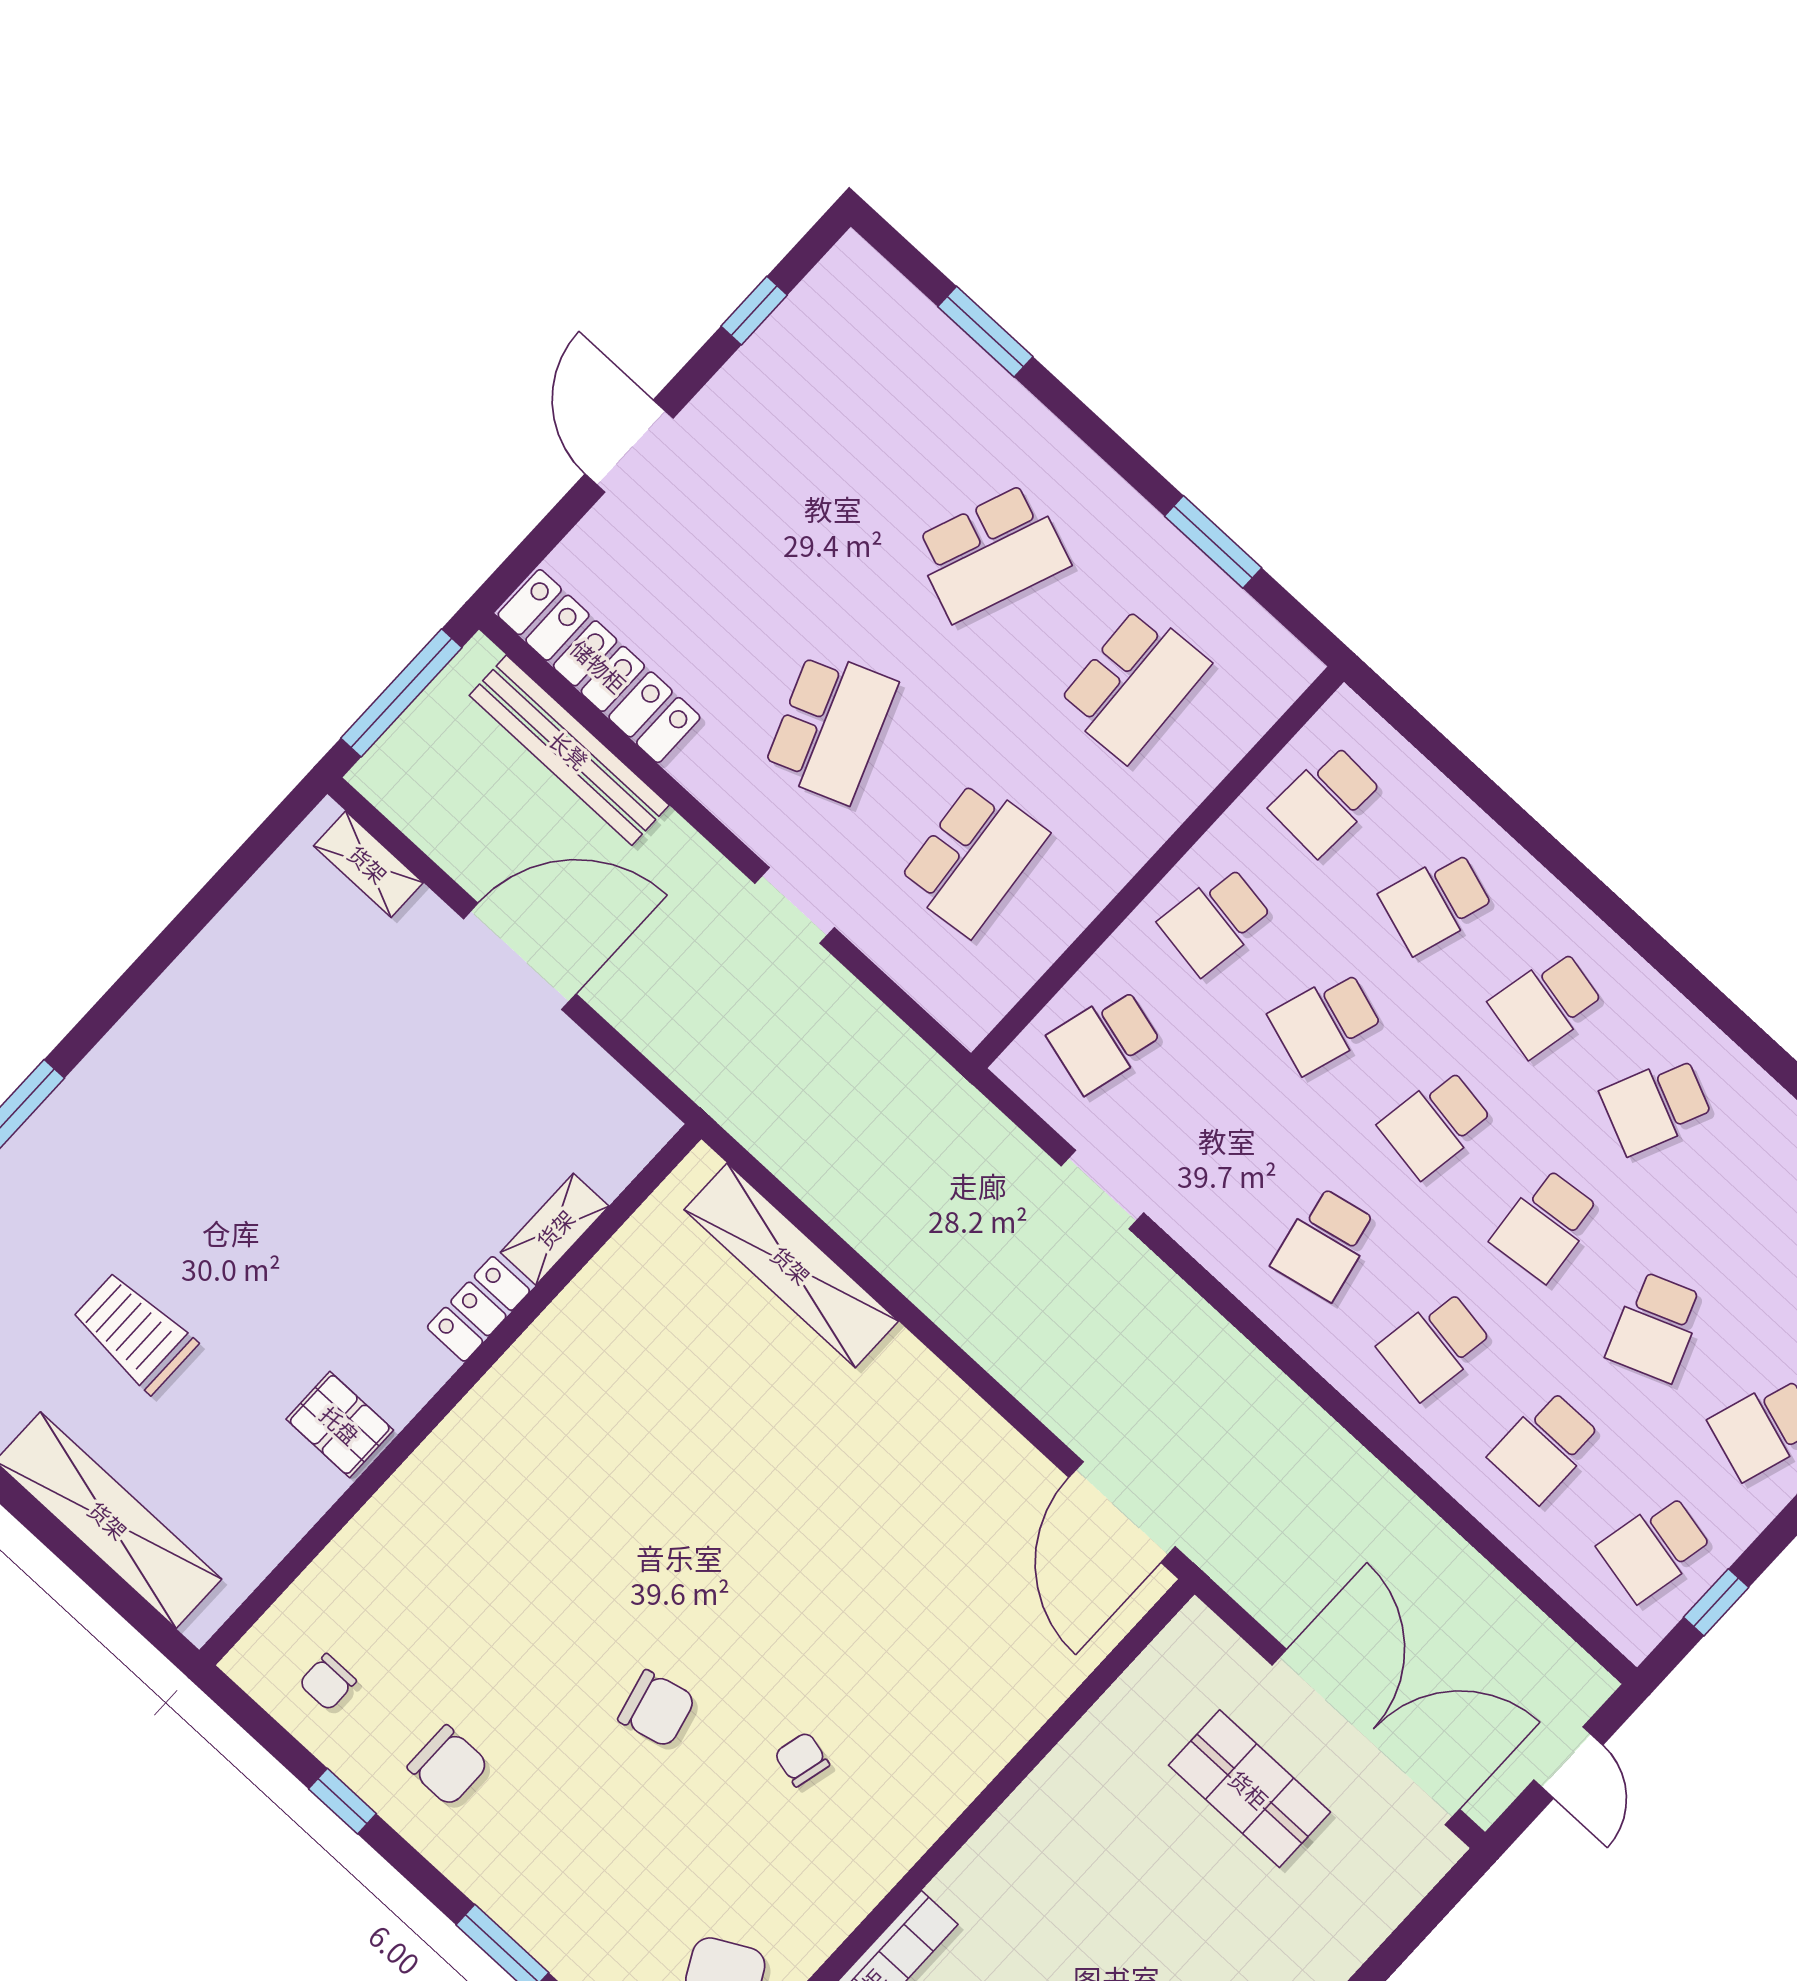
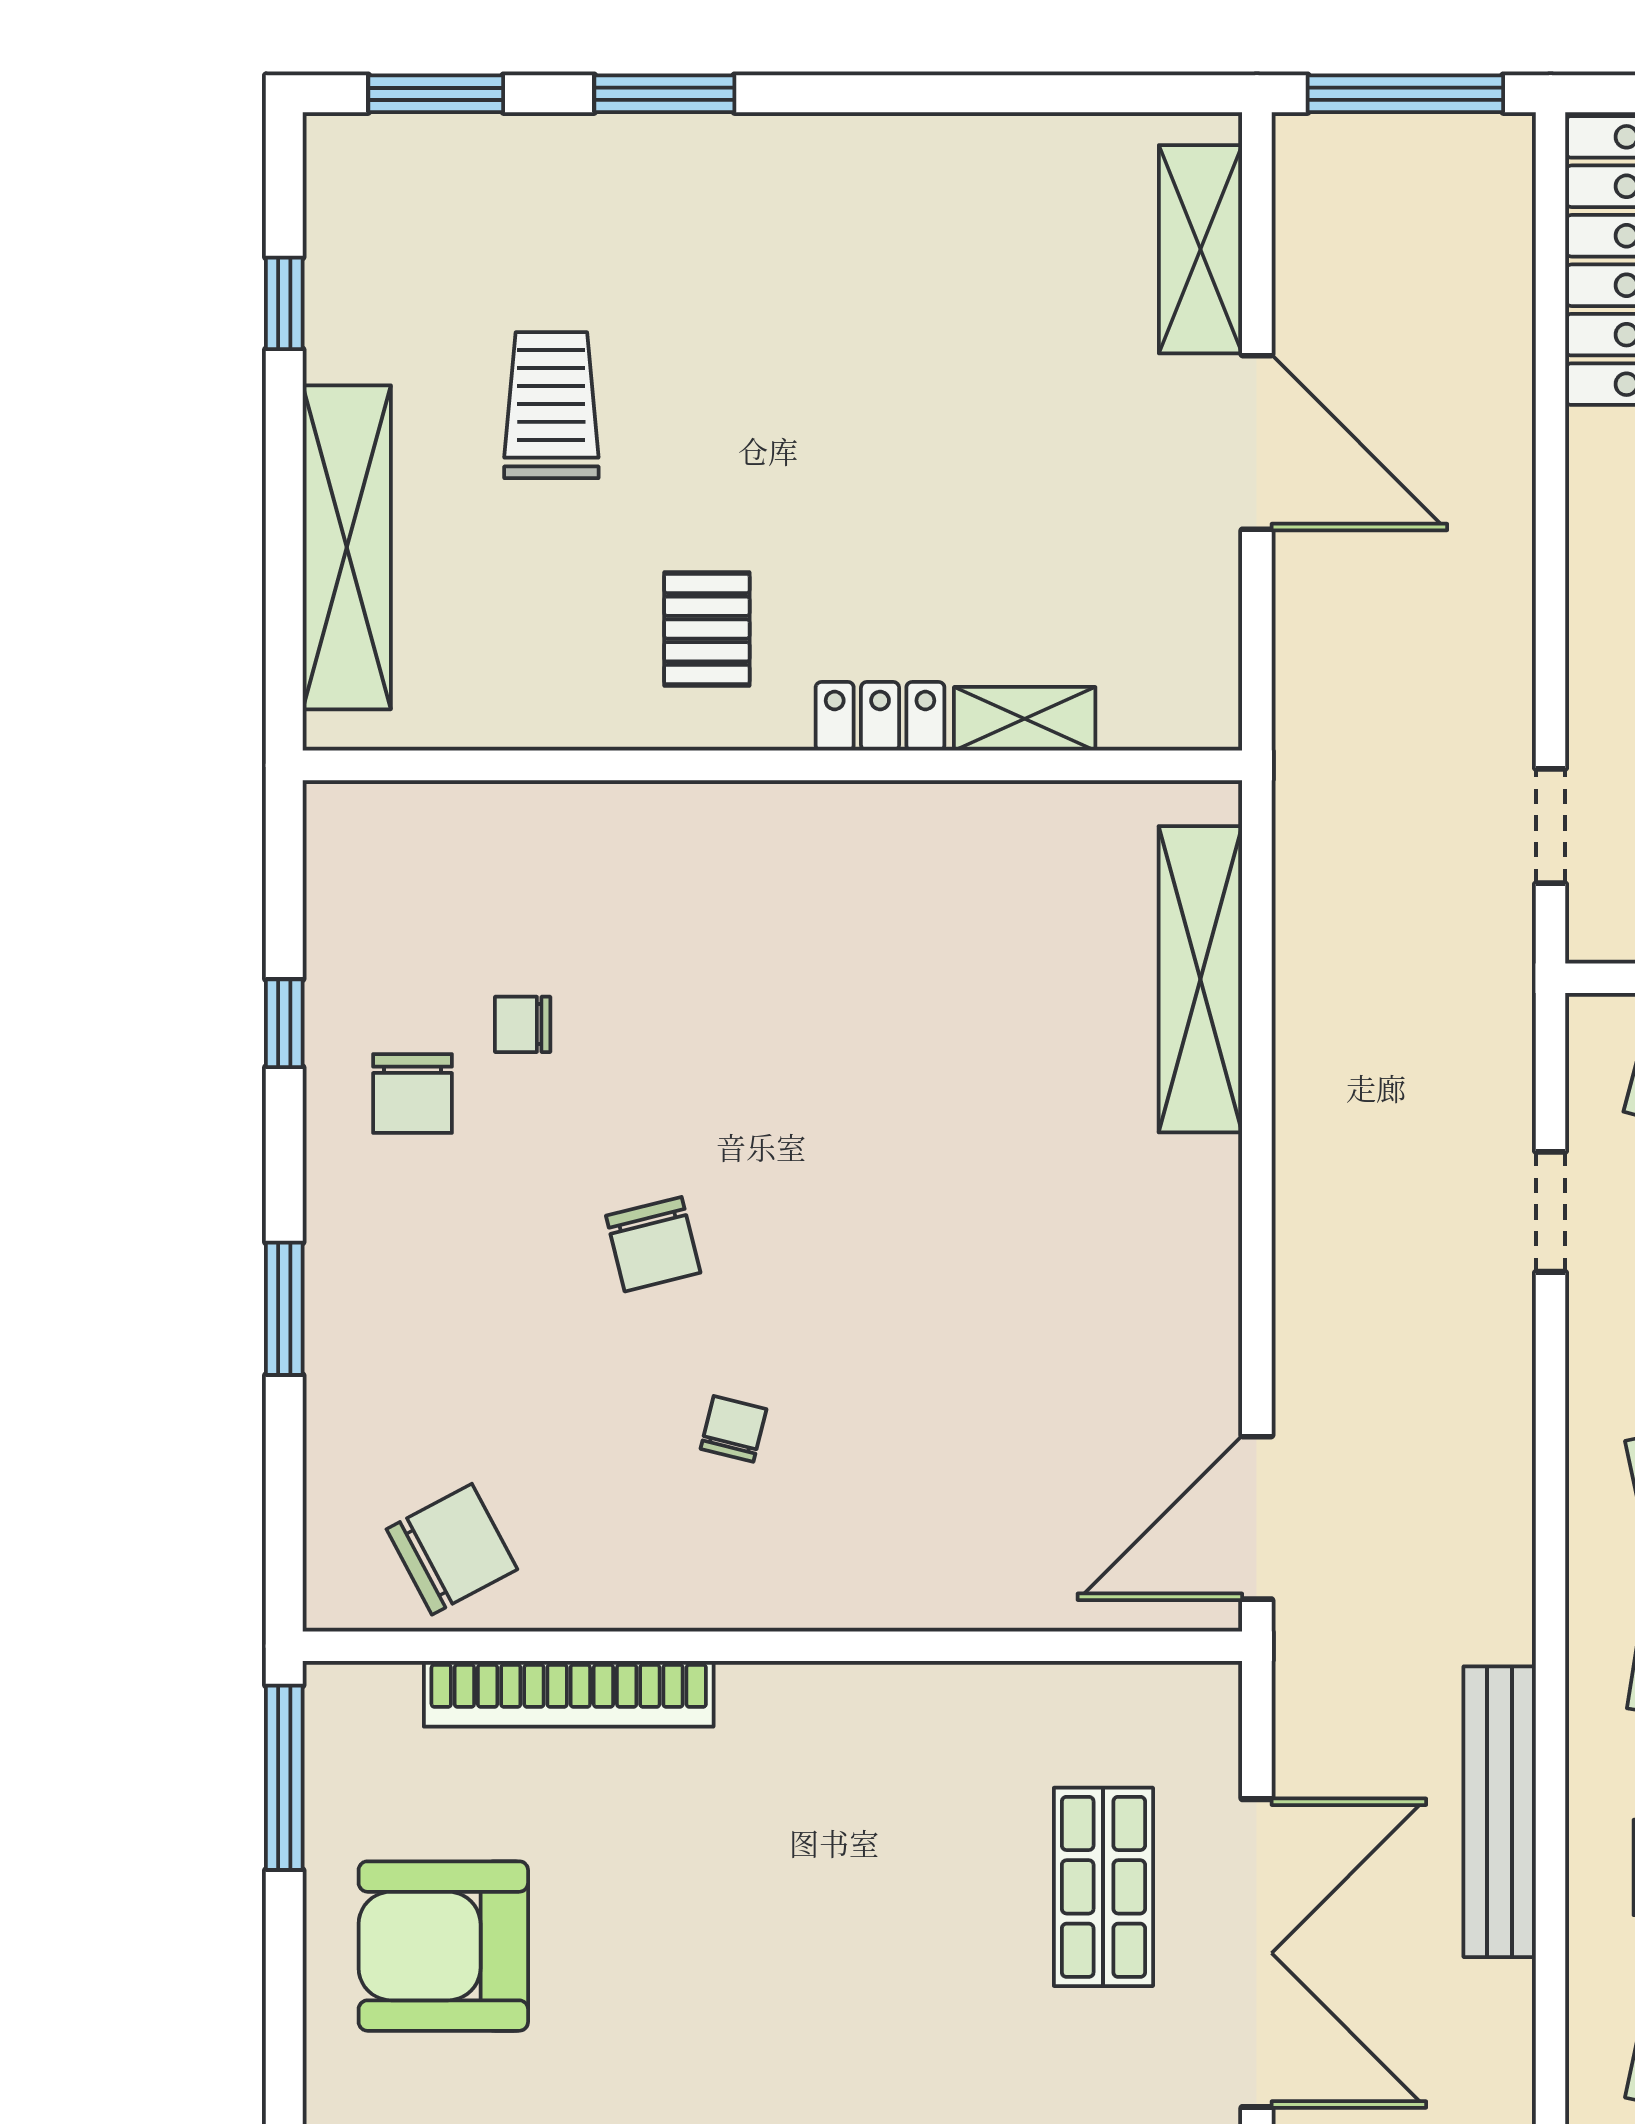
bench: (569, 750) -> (1500, 1812), moved
shelving: (368, 864) -> (1200, 249), width x1.50, depth x1.33
doorway: (795, 905) -> (1550, 826), moved
pallet: (340, 1425) -> (707, 629), moved
chair: (328, 1682) -> (523, 1024), moved

